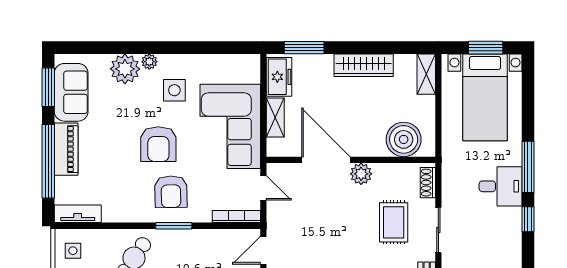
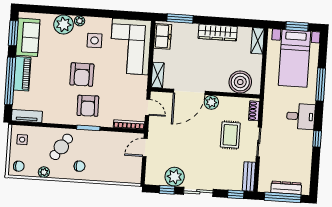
shelving: (275, 118) -> (158, 75), moved
corner sofa: (230, 126) -> (130, 47), moved
door: (326, 160) -> (189, 92), swing flipped
window: (528, 167) -> (321, 85), moved

